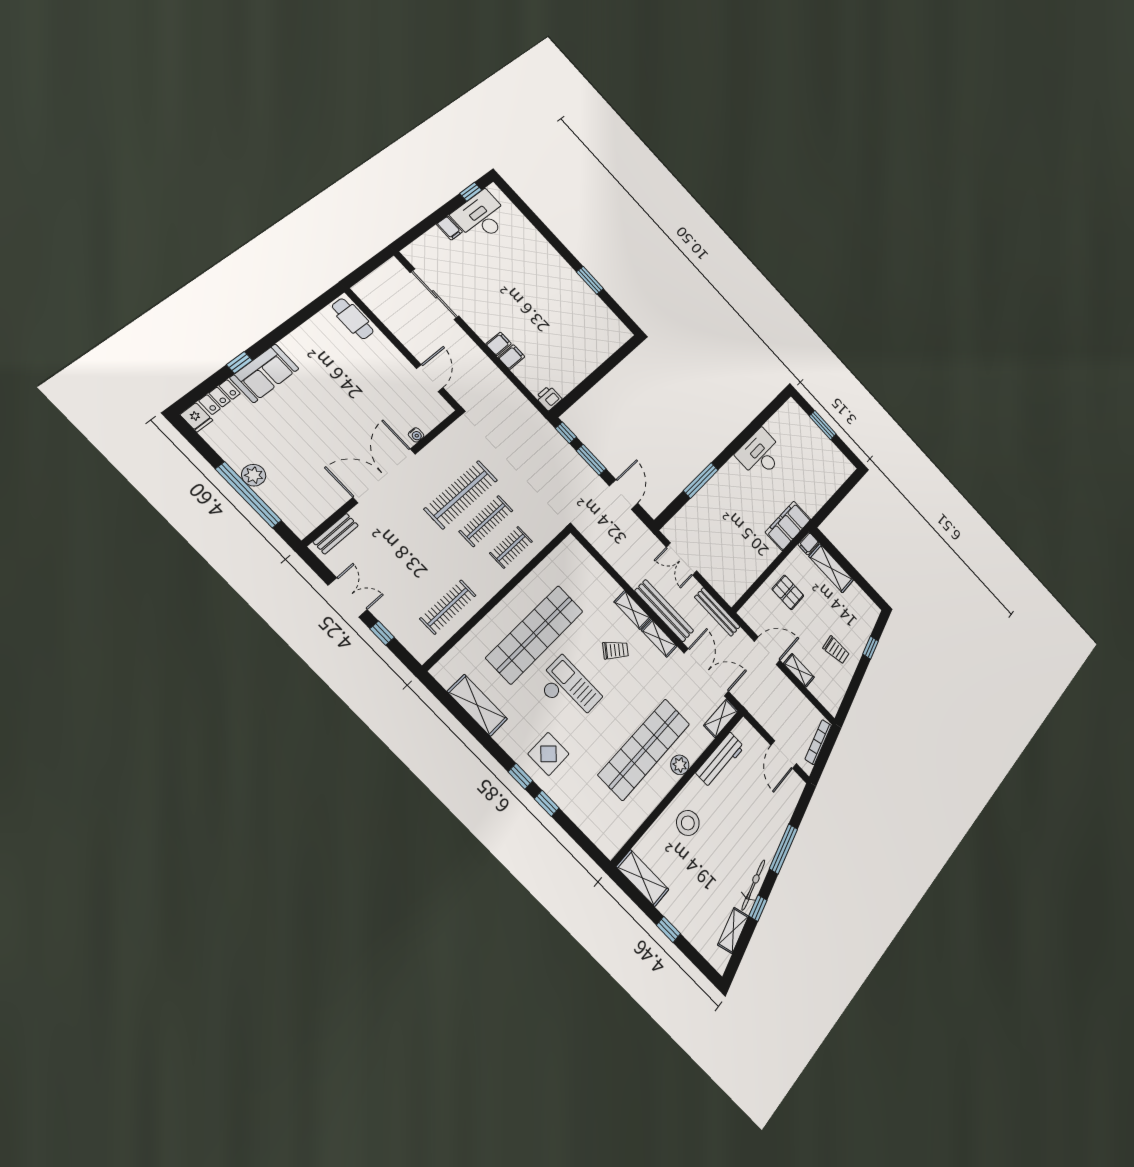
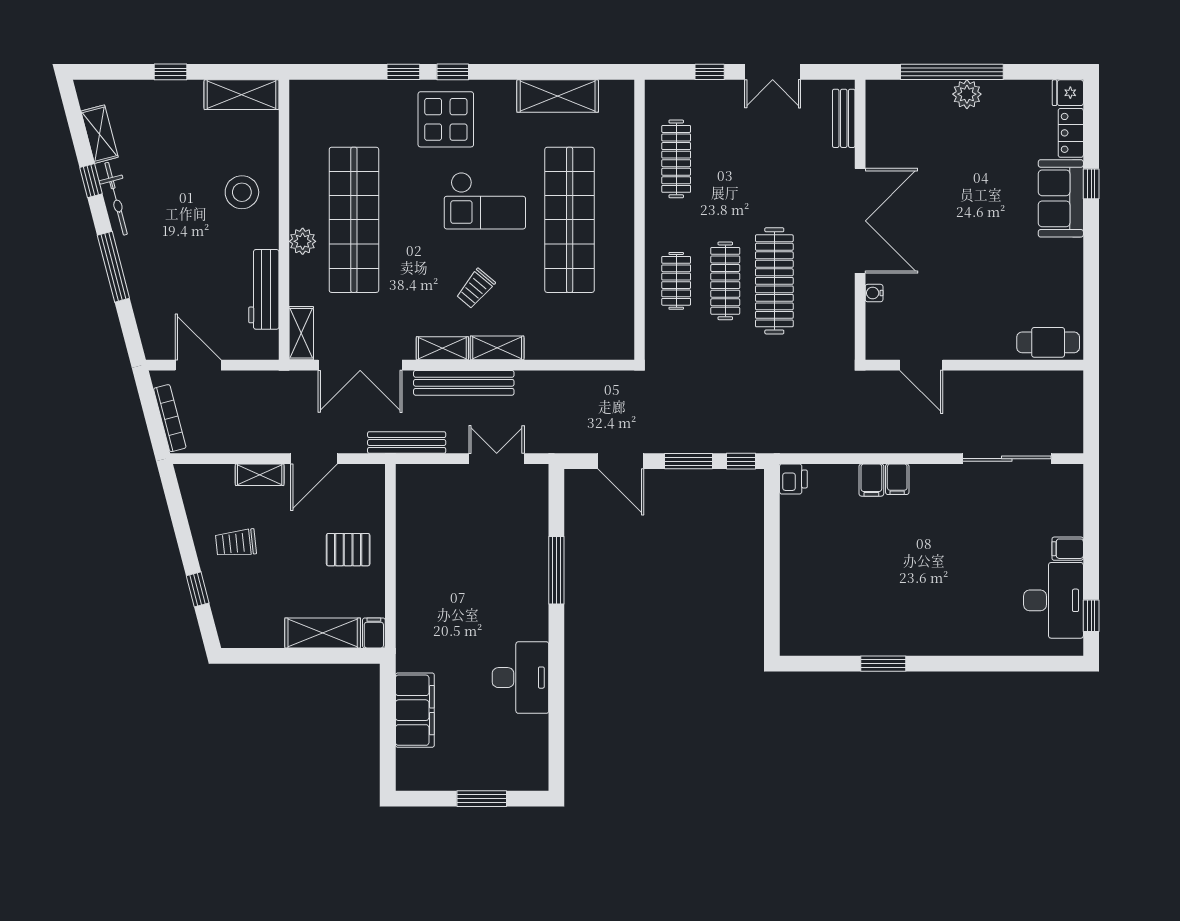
filing cabinet: (788, 526) -> (415, 710), moved
display table: (548, 754) -> (446, 119), width x1.36, depth x1.36

